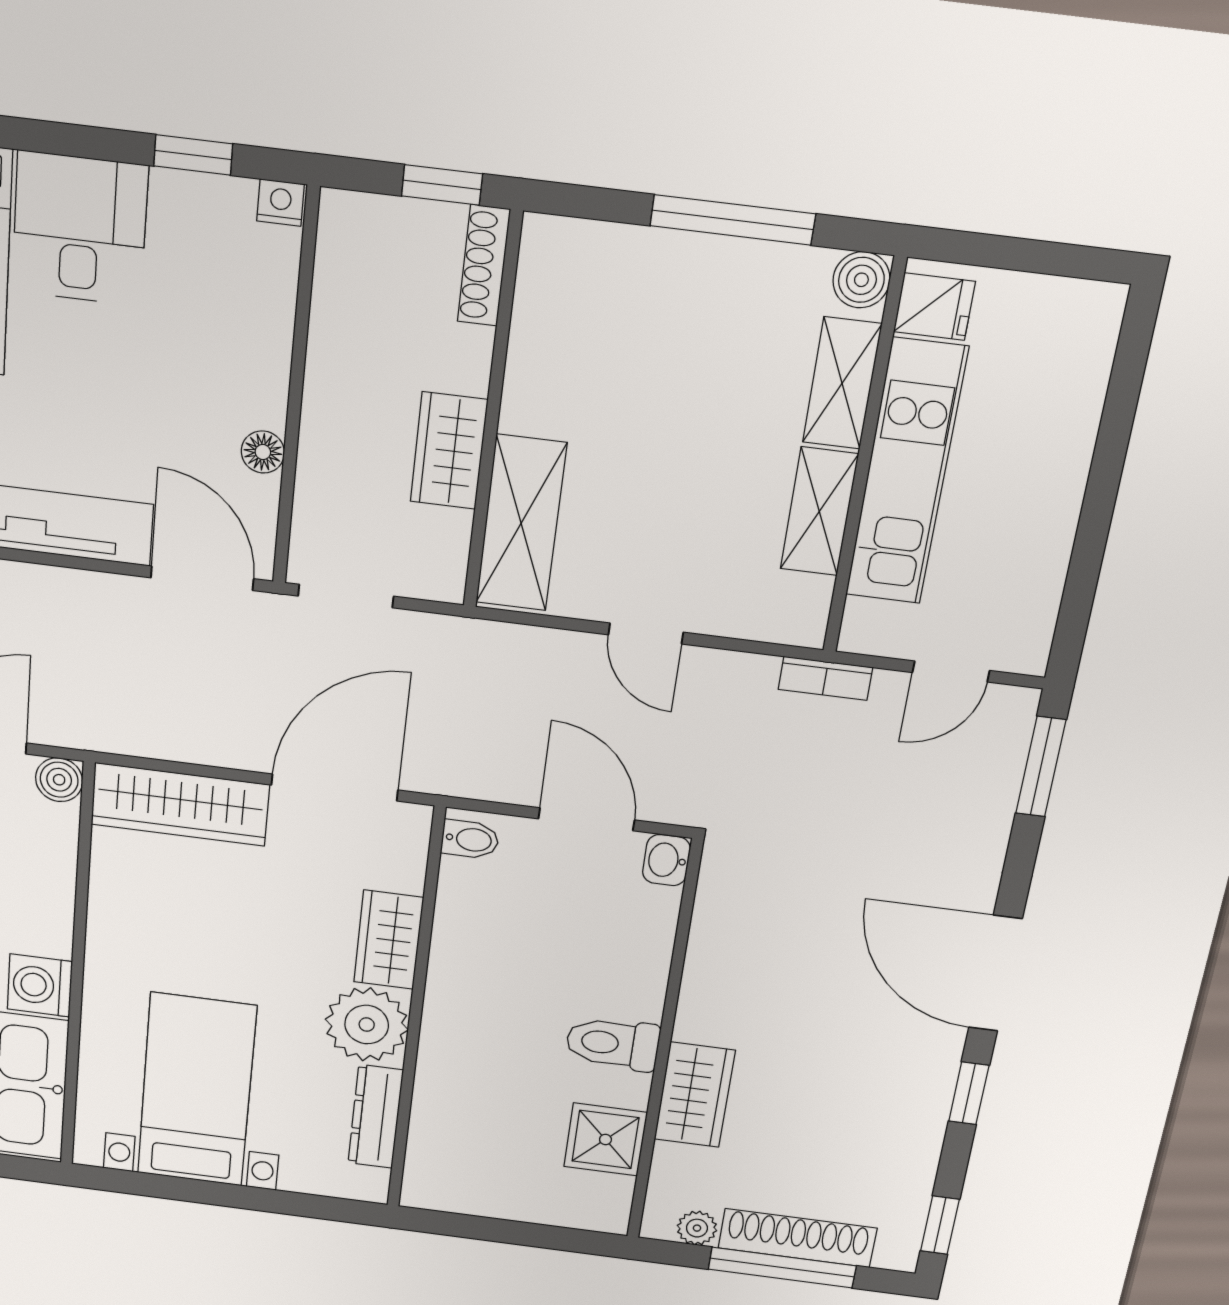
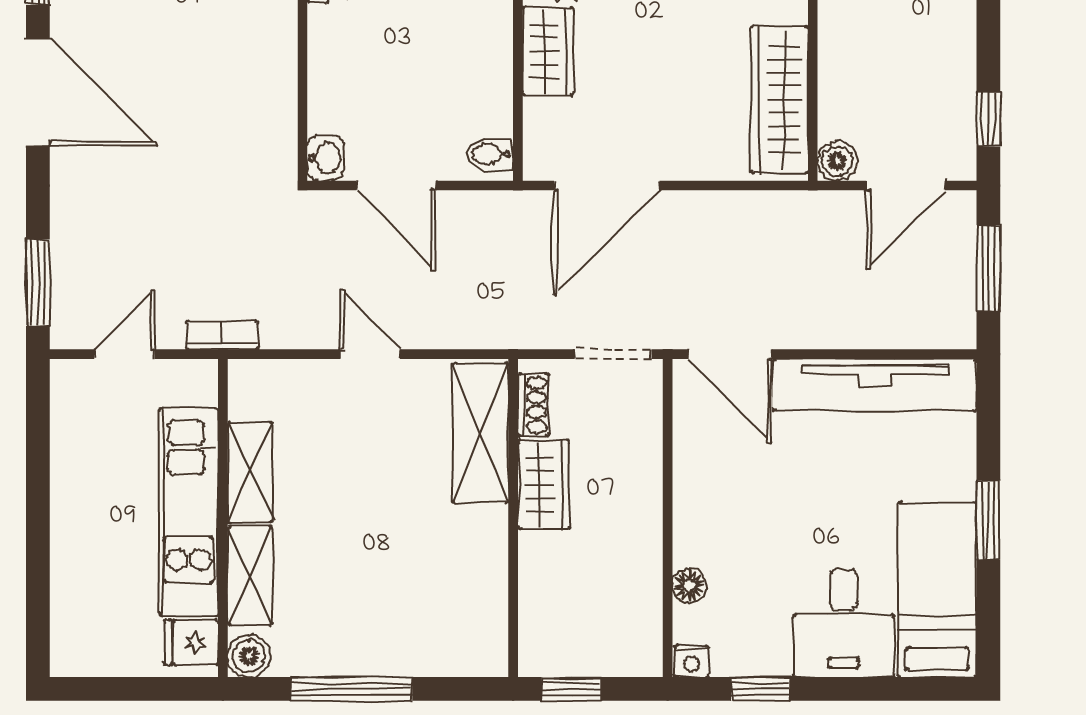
shoe rack: (484, 266) -> (533, 405), moved, width x0.70
floor lamp: (263, 452) -> (689, 586), moved
wardrobe: (180, 804) -> (780, 100), moved, turned -90

